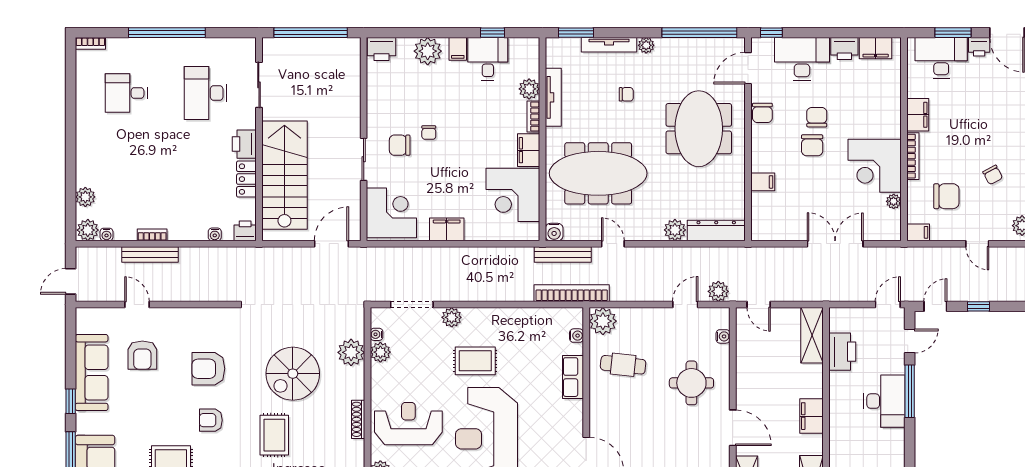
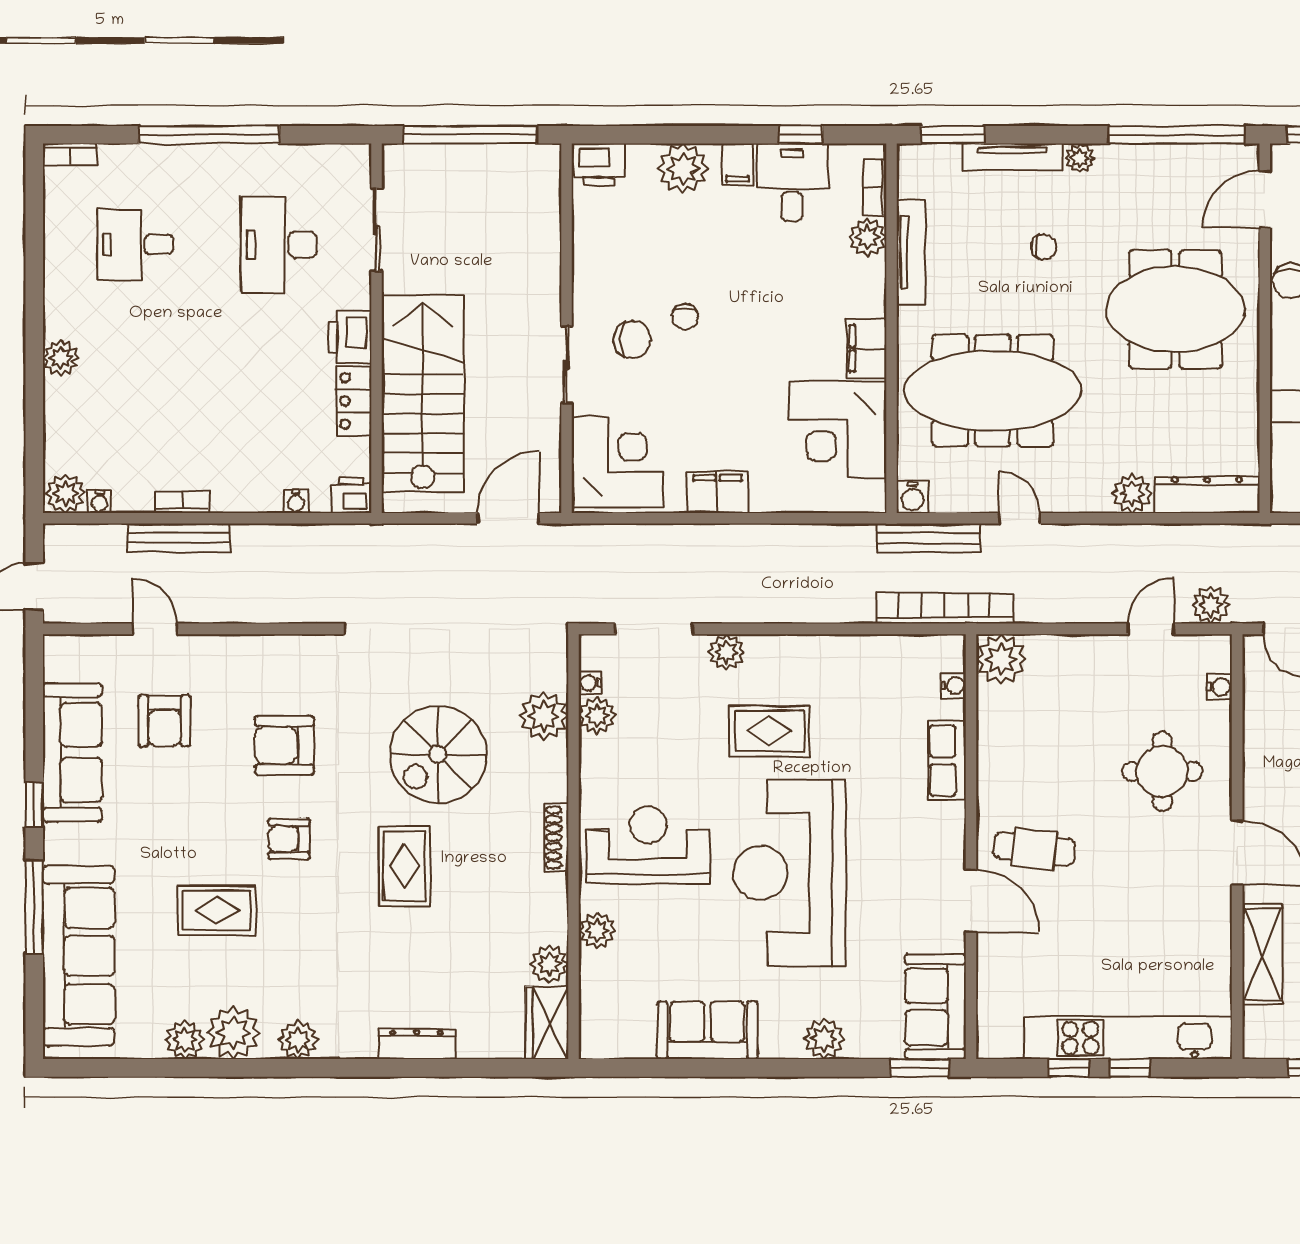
bookcase: (533, 117) -> (875, 187), moved
meeting table: (699, 129) -> (1175, 309), turned 90
chair: (400, 145) -> (632, 339), turned 180
plant: (85, 197) -> (61, 358), moved
cafe table: (623, 365) -> (1034, 849), moved

